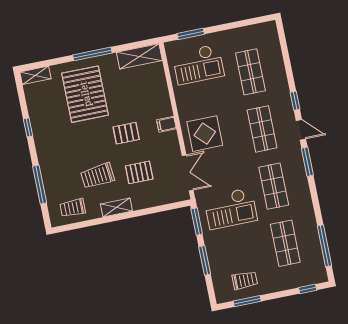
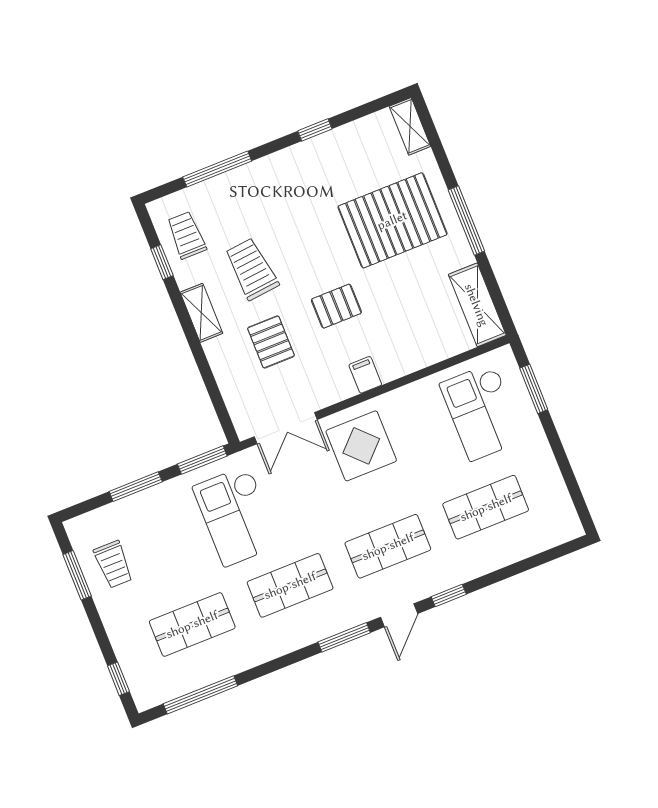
pallet: (126, 133) -> (336, 306), turned 90
window: (85, 224) -> (162, 262), added

